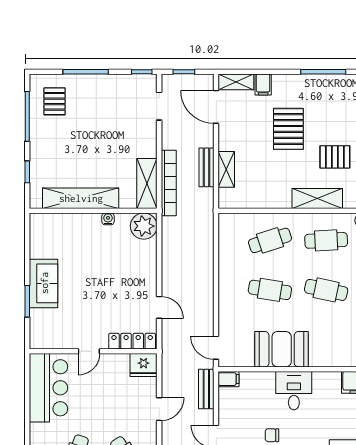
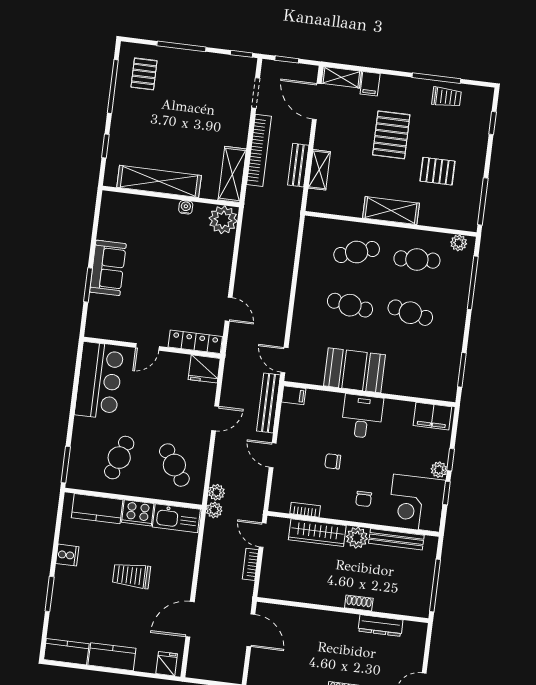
trolley: (335, 88) -> (447, 97), added
bookcase: (169, 183) -> (259, 150), moved
shelving: (317, 198) -> (391, 211), moved
bench: (206, 389) -> (268, 403), width x1.36

